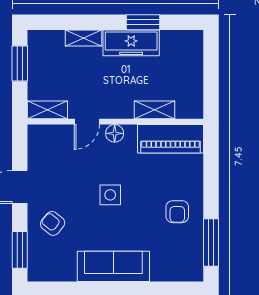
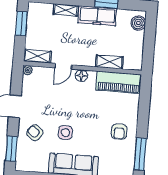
boiler: (193, 49) -> (138, 23), added
plant: (34, 132) -> (28, 70), added
side table: (110, 195) -> (65, 133), moved

